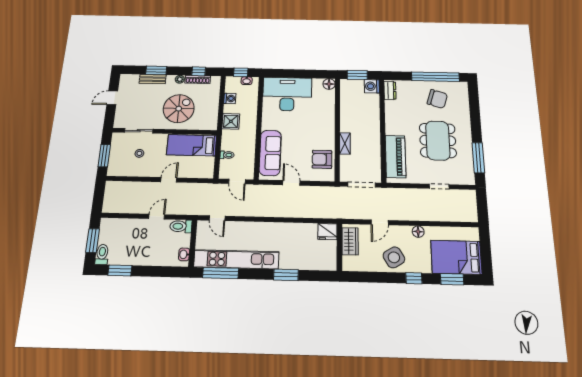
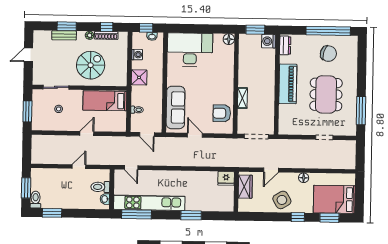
piano: (396, 157) -> (288, 84), moved
toilet: (181, 226) -> (100, 187), moved

